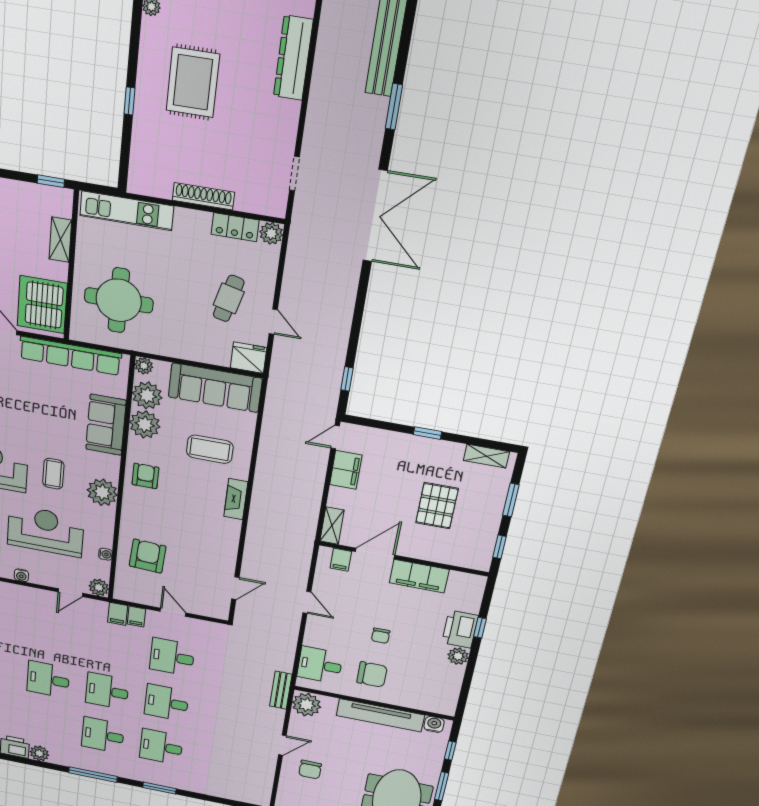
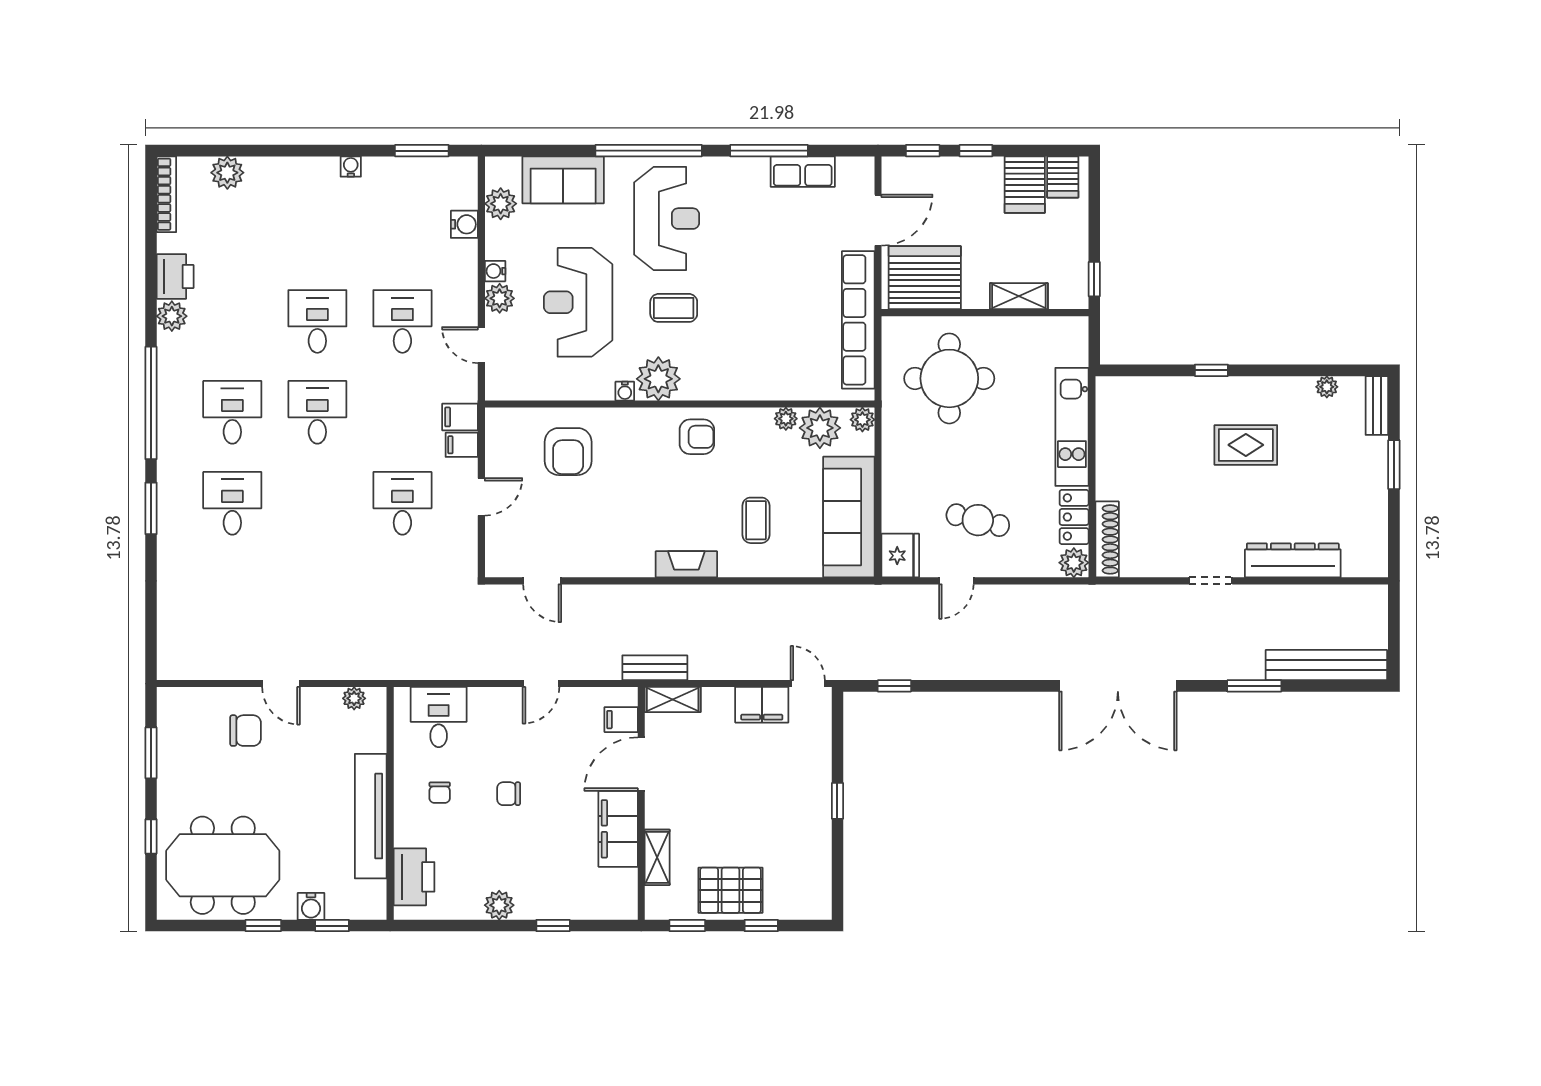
rug: (193, 82) -> (1246, 445), width x0.73, depth x0.70
doorway: (294, 174) -> (1211, 581), moved
shoe rack: (203, 196) -> (1107, 539), moved
kitchen unit: (127, 211) -> (1072, 427), moved
plant: (145, 424) -> (786, 419), width x0.53, depth x0.53
sofa: (106, 425) -> (765, 376), removed
coffee table: (210, 449) -> (756, 520), width x0.73, depth x0.77
shelving: (486, 456) -> (657, 857), moved
window: (511, 500) -> (761, 926), width x0.67
pallet: (437, 506) -> (731, 890), moved
reception desk: (46, 531) -> (578, 302), turned 180
door: (375, 553) -> (641, 764), swing flipped
water cooler: (105, 554) -> (625, 391), moved
armchair: (148, 556) -> (568, 452), turned 87
plant: (99, 587) -> (500, 298), moved
printer: (460, 629) -> (414, 877), moved, turned 90
chair: (372, 674) -> (440, 793), width x0.54, depth x0.54
bench: (281, 690) -> (655, 668), moved
desk: (166, 703) -> (402, 321), moved
plant: (307, 705) -> (354, 698), width x0.53, depth x0.53
water cooler: (434, 724) -> (311, 906), moved, turned 90
chair: (310, 770) -> (246, 731), turned 180
window: (93, 775) -> (151, 403), width x1.46
window: (442, 786) -> (263, 926), width x0.67

